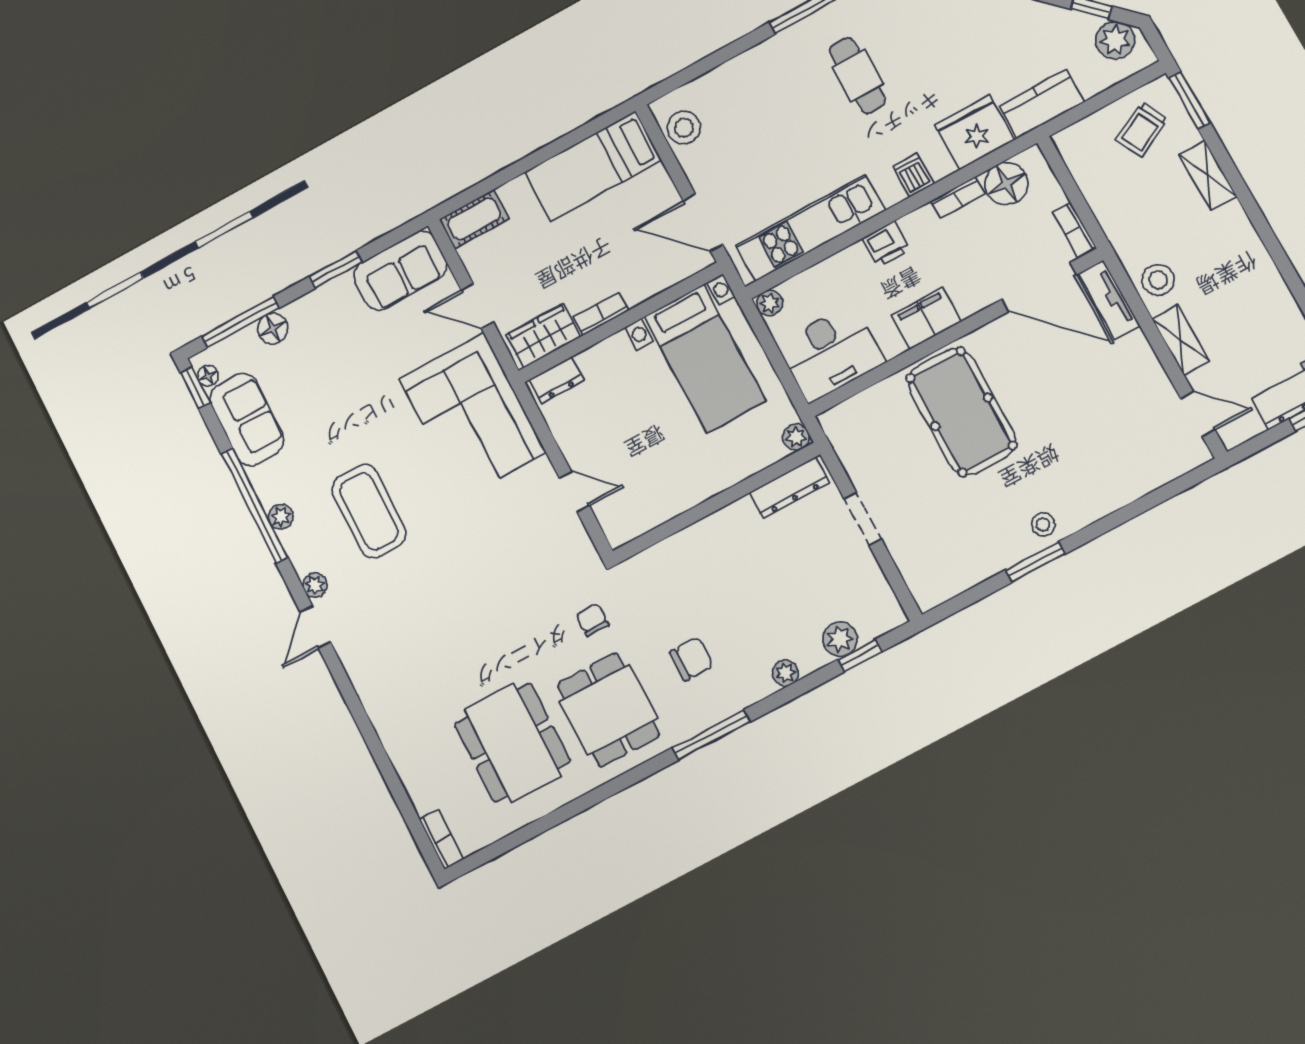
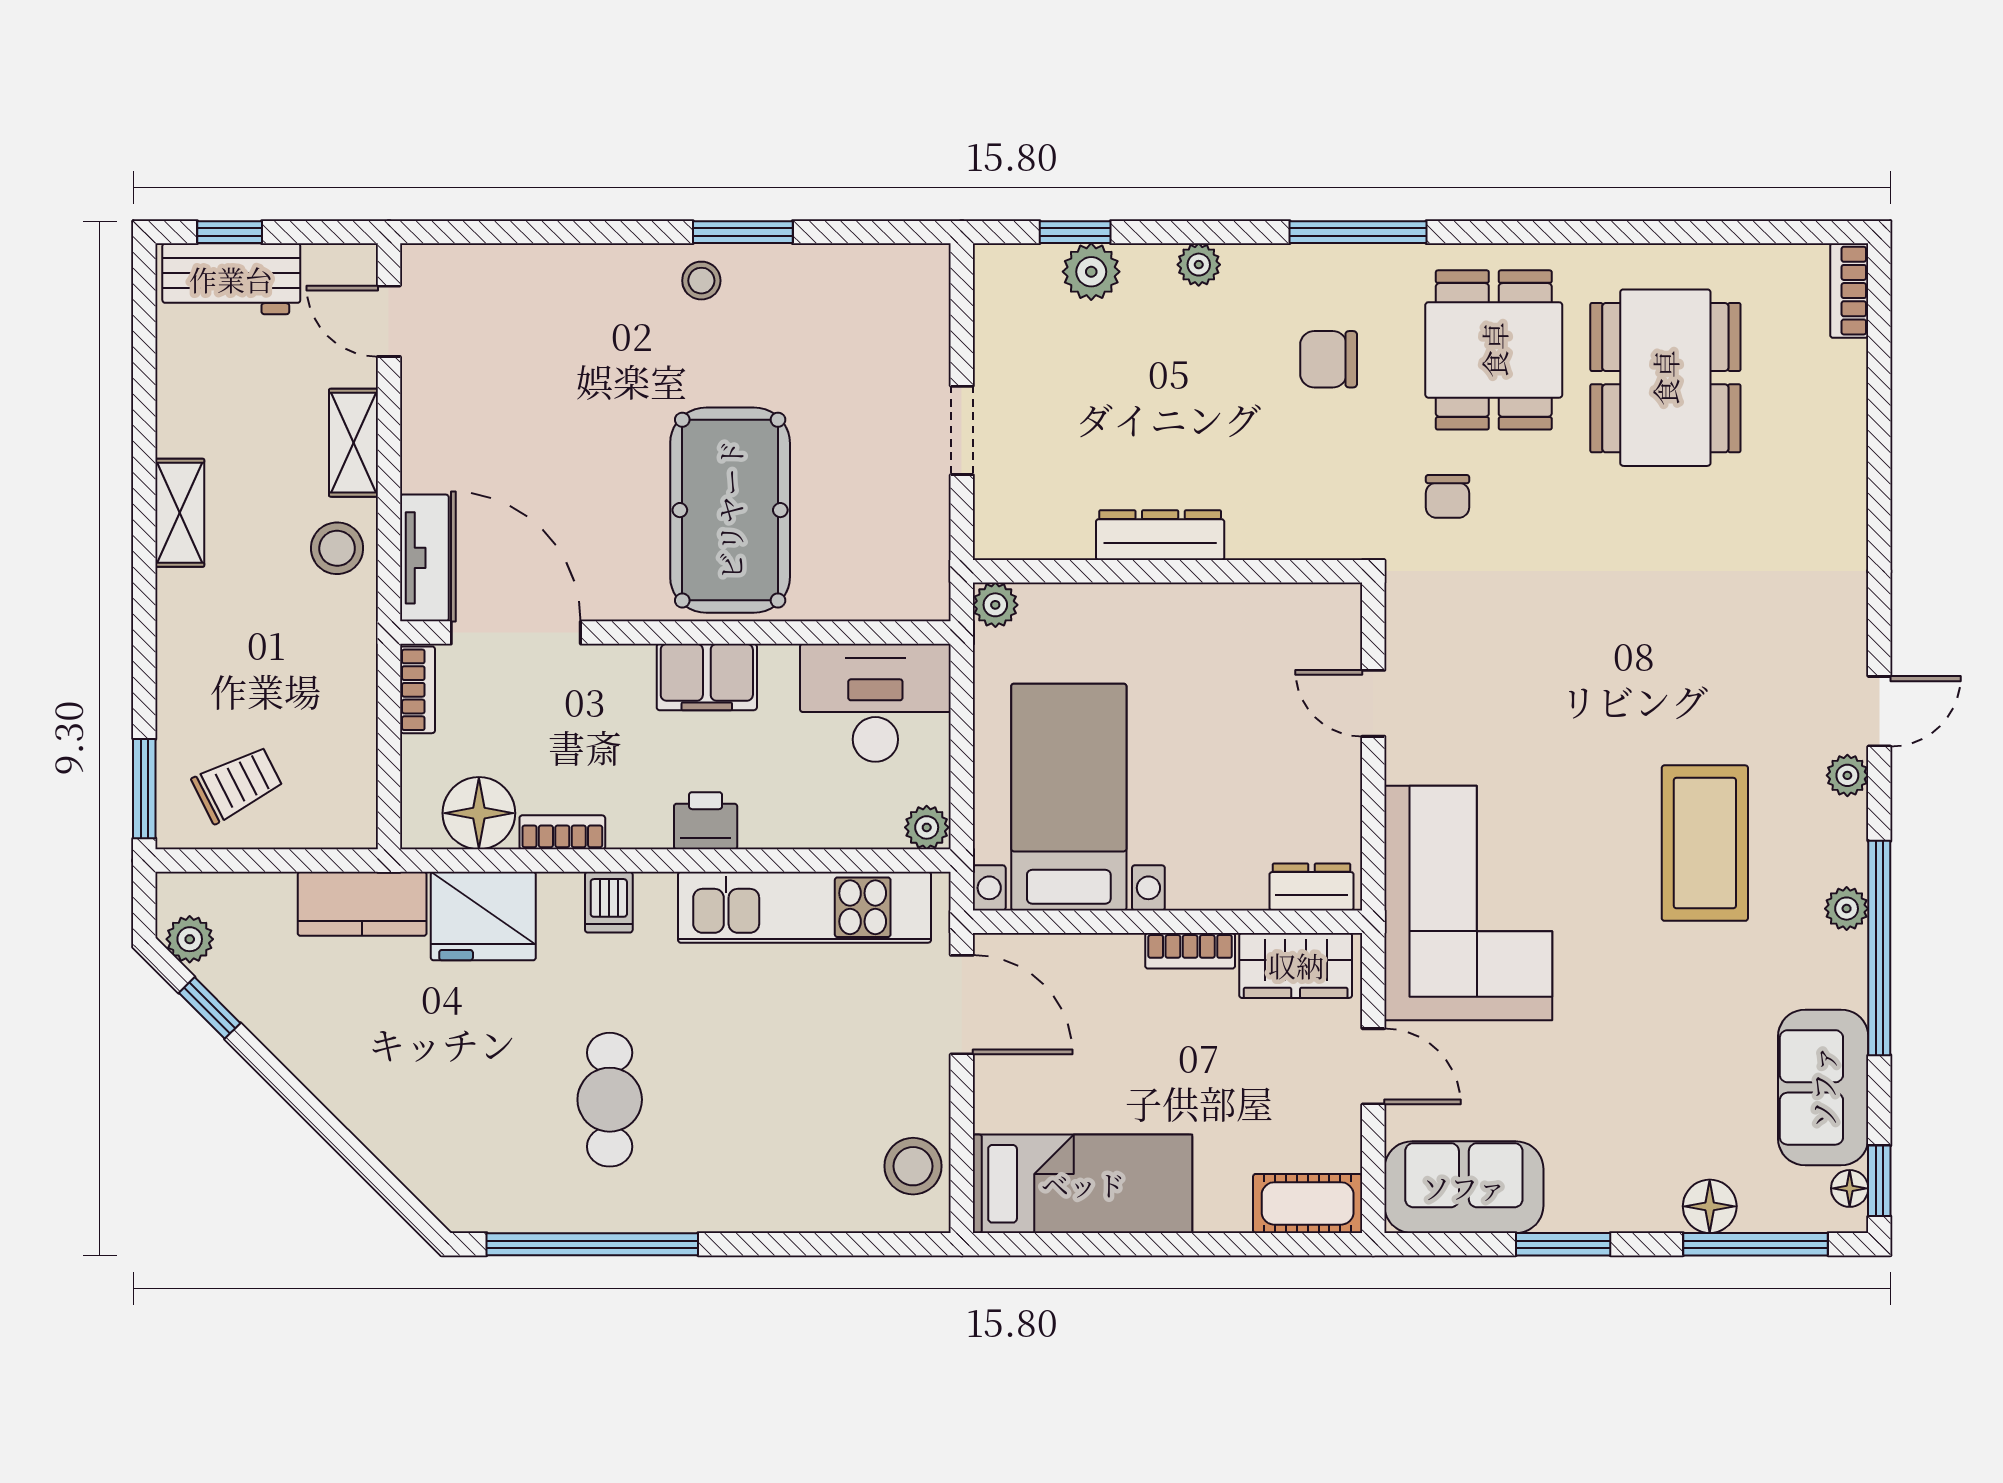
plant: (1115, 40) -> (190, 939), width x0.73, depth x0.73
shelving: (1208, 175) -> (180, 513), moved
dresser: (789, 488) -> (1160, 535), moved

